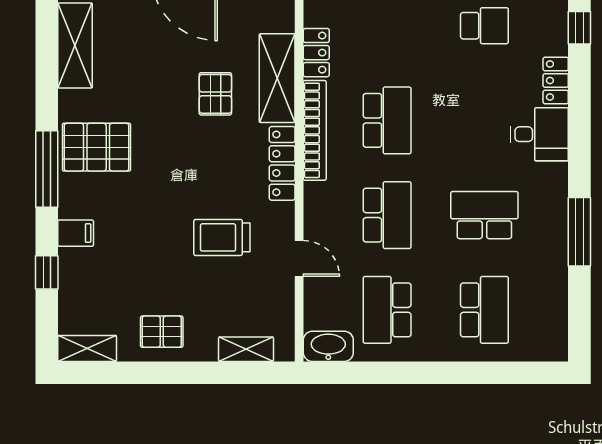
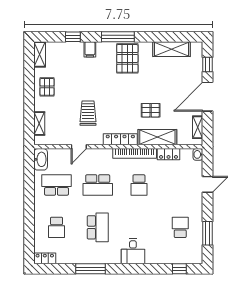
school desk: (484, 26) -> (180, 227), turned 180
locker: (556, 80) -> (45, 258), moved
school desk: (387, 120) -> (139, 185), width x0.54
school desk: (484, 310) -> (56, 227), width x0.54

